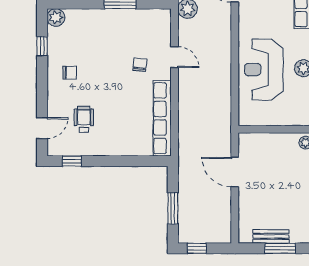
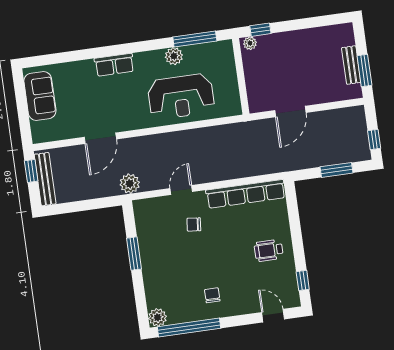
window: (42, 46) -> (189, 327), width x3.17
wheelchair: (84, 119) -> (269, 250), moved
window: (280, 248) -> (364, 70), moved

